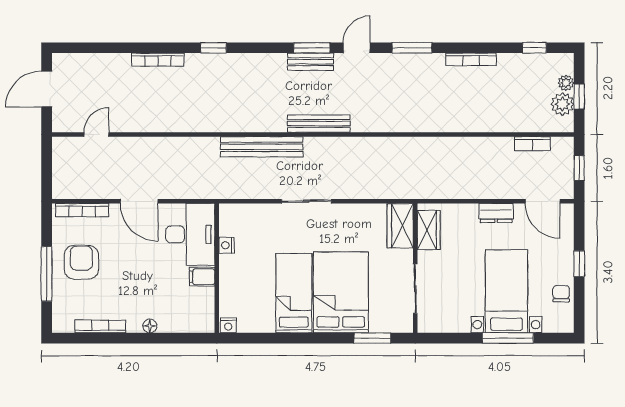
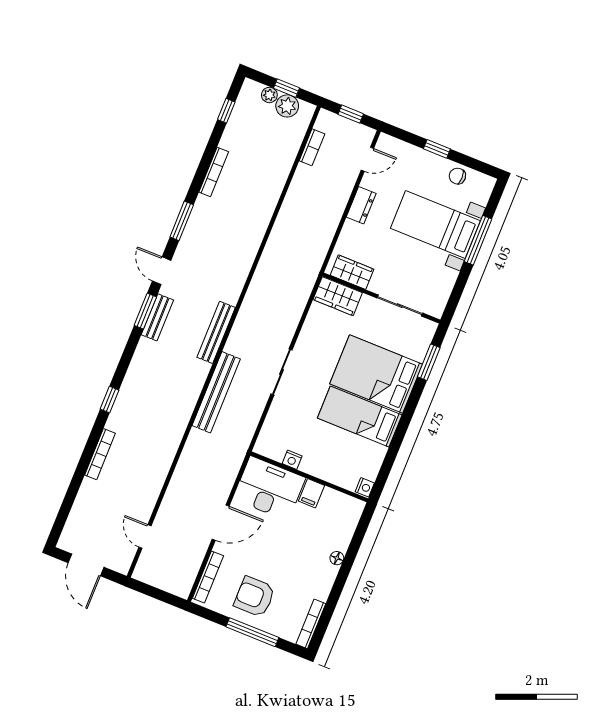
door: (543, 201) -> (367, 159), width x0.73
bookcase: (100, 326) -> (311, 624), moved

